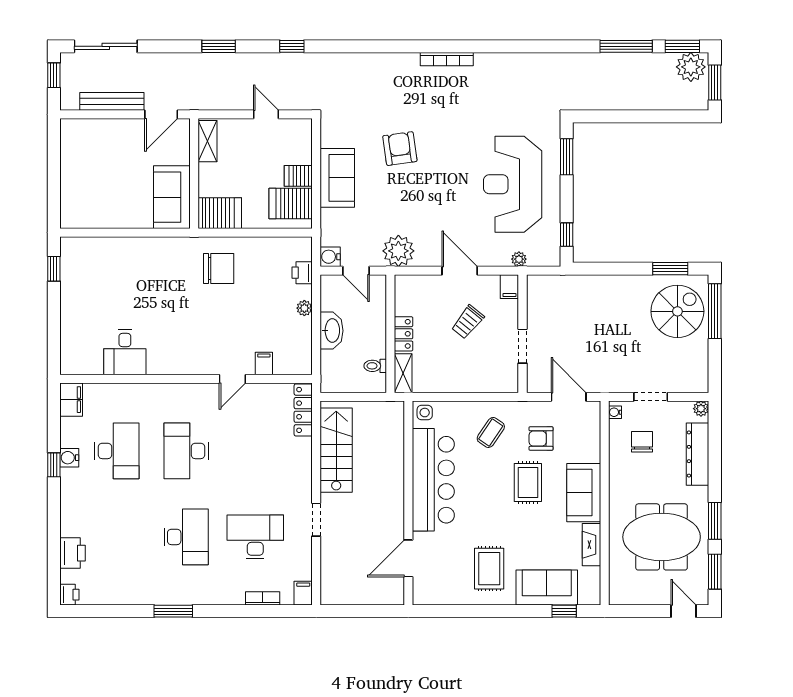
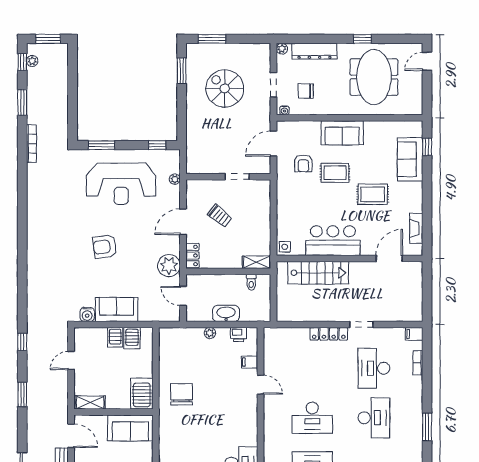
window: (626, 46) -> (22, 102), width x0.69
window: (682, 46) -> (22, 62), width x0.67
bookcase: (447, 59) -> (31, 143), moved
plant: (691, 67) -> (32, 61), width x0.53, depth x0.53
armchair: (400, 149) -> (105, 247), moved
server rack: (291, 204) -> (132, 338), width x0.73, depth x0.70
water cooler: (330, 257) -> (87, 315), moved
door: (356, 271) -> (183, 296), swing flipped
printer: (302, 273) -> (238, 335), moved
filing cabinet: (509, 287) -> (195, 186), removed
spiral stairs: (677, 311) -> (225, 88), moved
window: (715, 311) -> (212, 39), width x0.69
locker: (404, 334) -> (192, 256), moved, turned 90
locker: (303, 410) -> (329, 334), moved
coffee table: (491, 432) -> (299, 199), removed
stairs: (336, 450) -> (318, 273), moved, turned 180
bar counter: (433, 480) -> (333, 241), width x0.73
window: (715, 521) -> (362, 39), width x0.67
desk: (186, 537) -> (374, 418), turned 90
fireplace: (592, 545) -> (416, 228), moved, turned 90
door: (408, 558) -> (389, 258), swing flipped
rug: (489, 569) -> (373, 194), moved
window: (715, 572) -> (399, 39), removed

